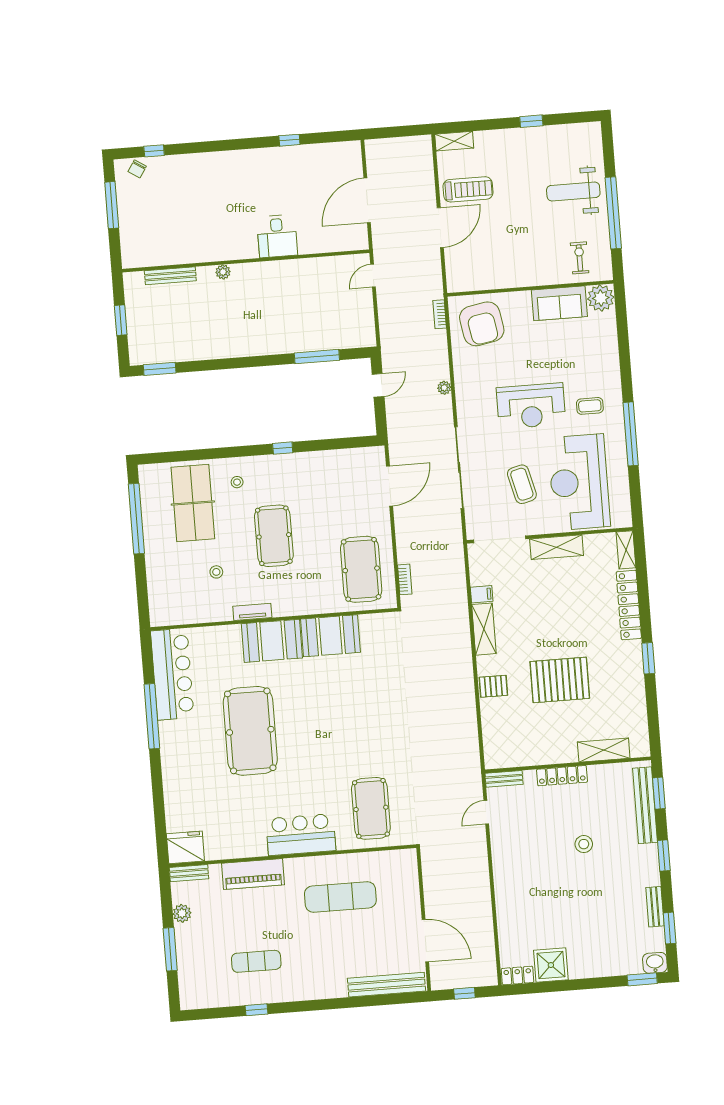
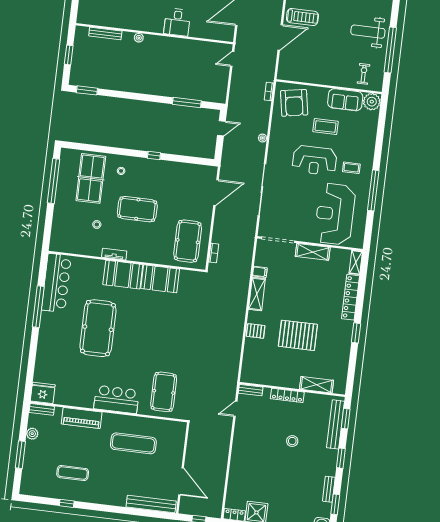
coffee table: (522, 484) -> (326, 127), moved, turned -76
pool table: (274, 536) -> (137, 209), turned 90

